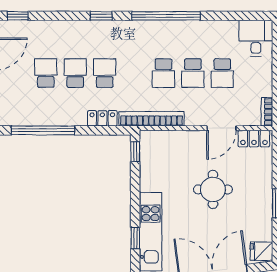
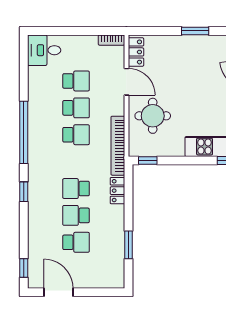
school desk: (46, 73) -> (76, 242), turned 180
window: (43, 130) -> (128, 245), width x0.47
round table: (213, 189) -> (153, 116), moved

